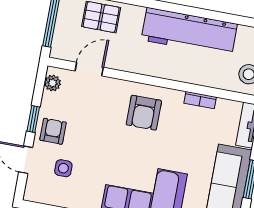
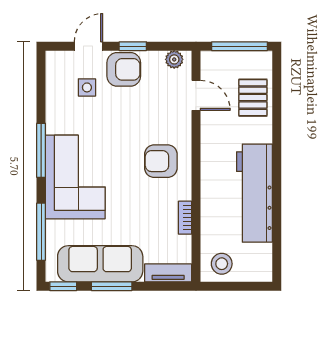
armchair: (53, 131) -> (124, 69), width x1.38, depth x1.38

